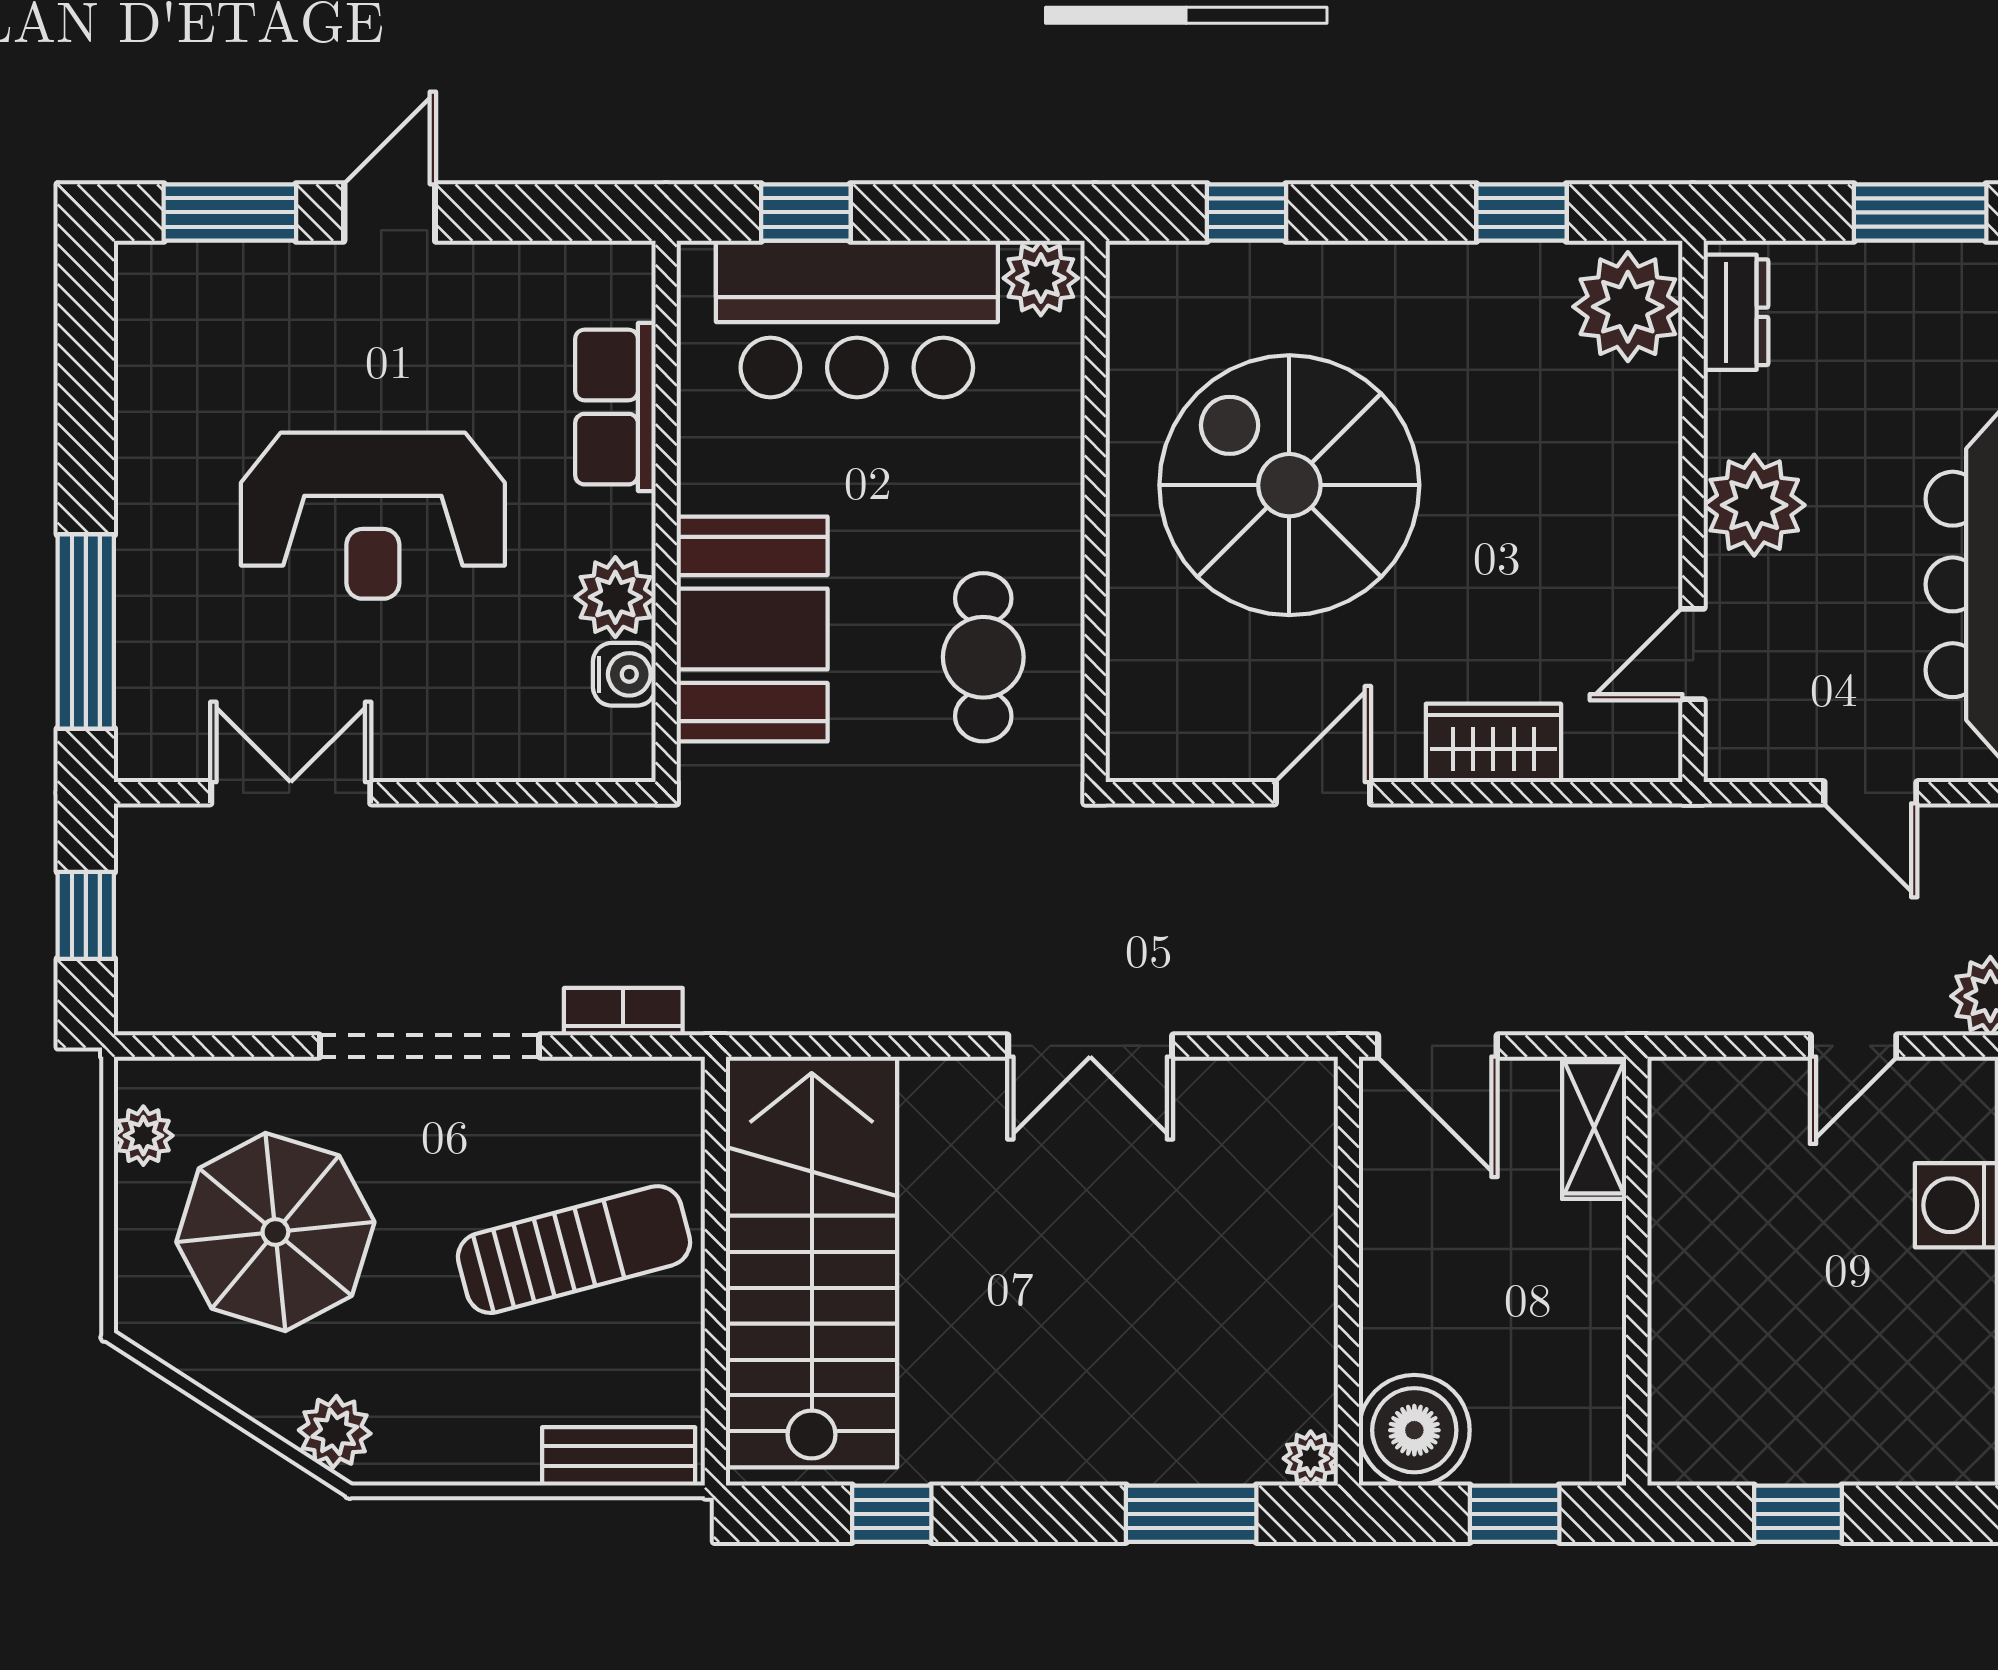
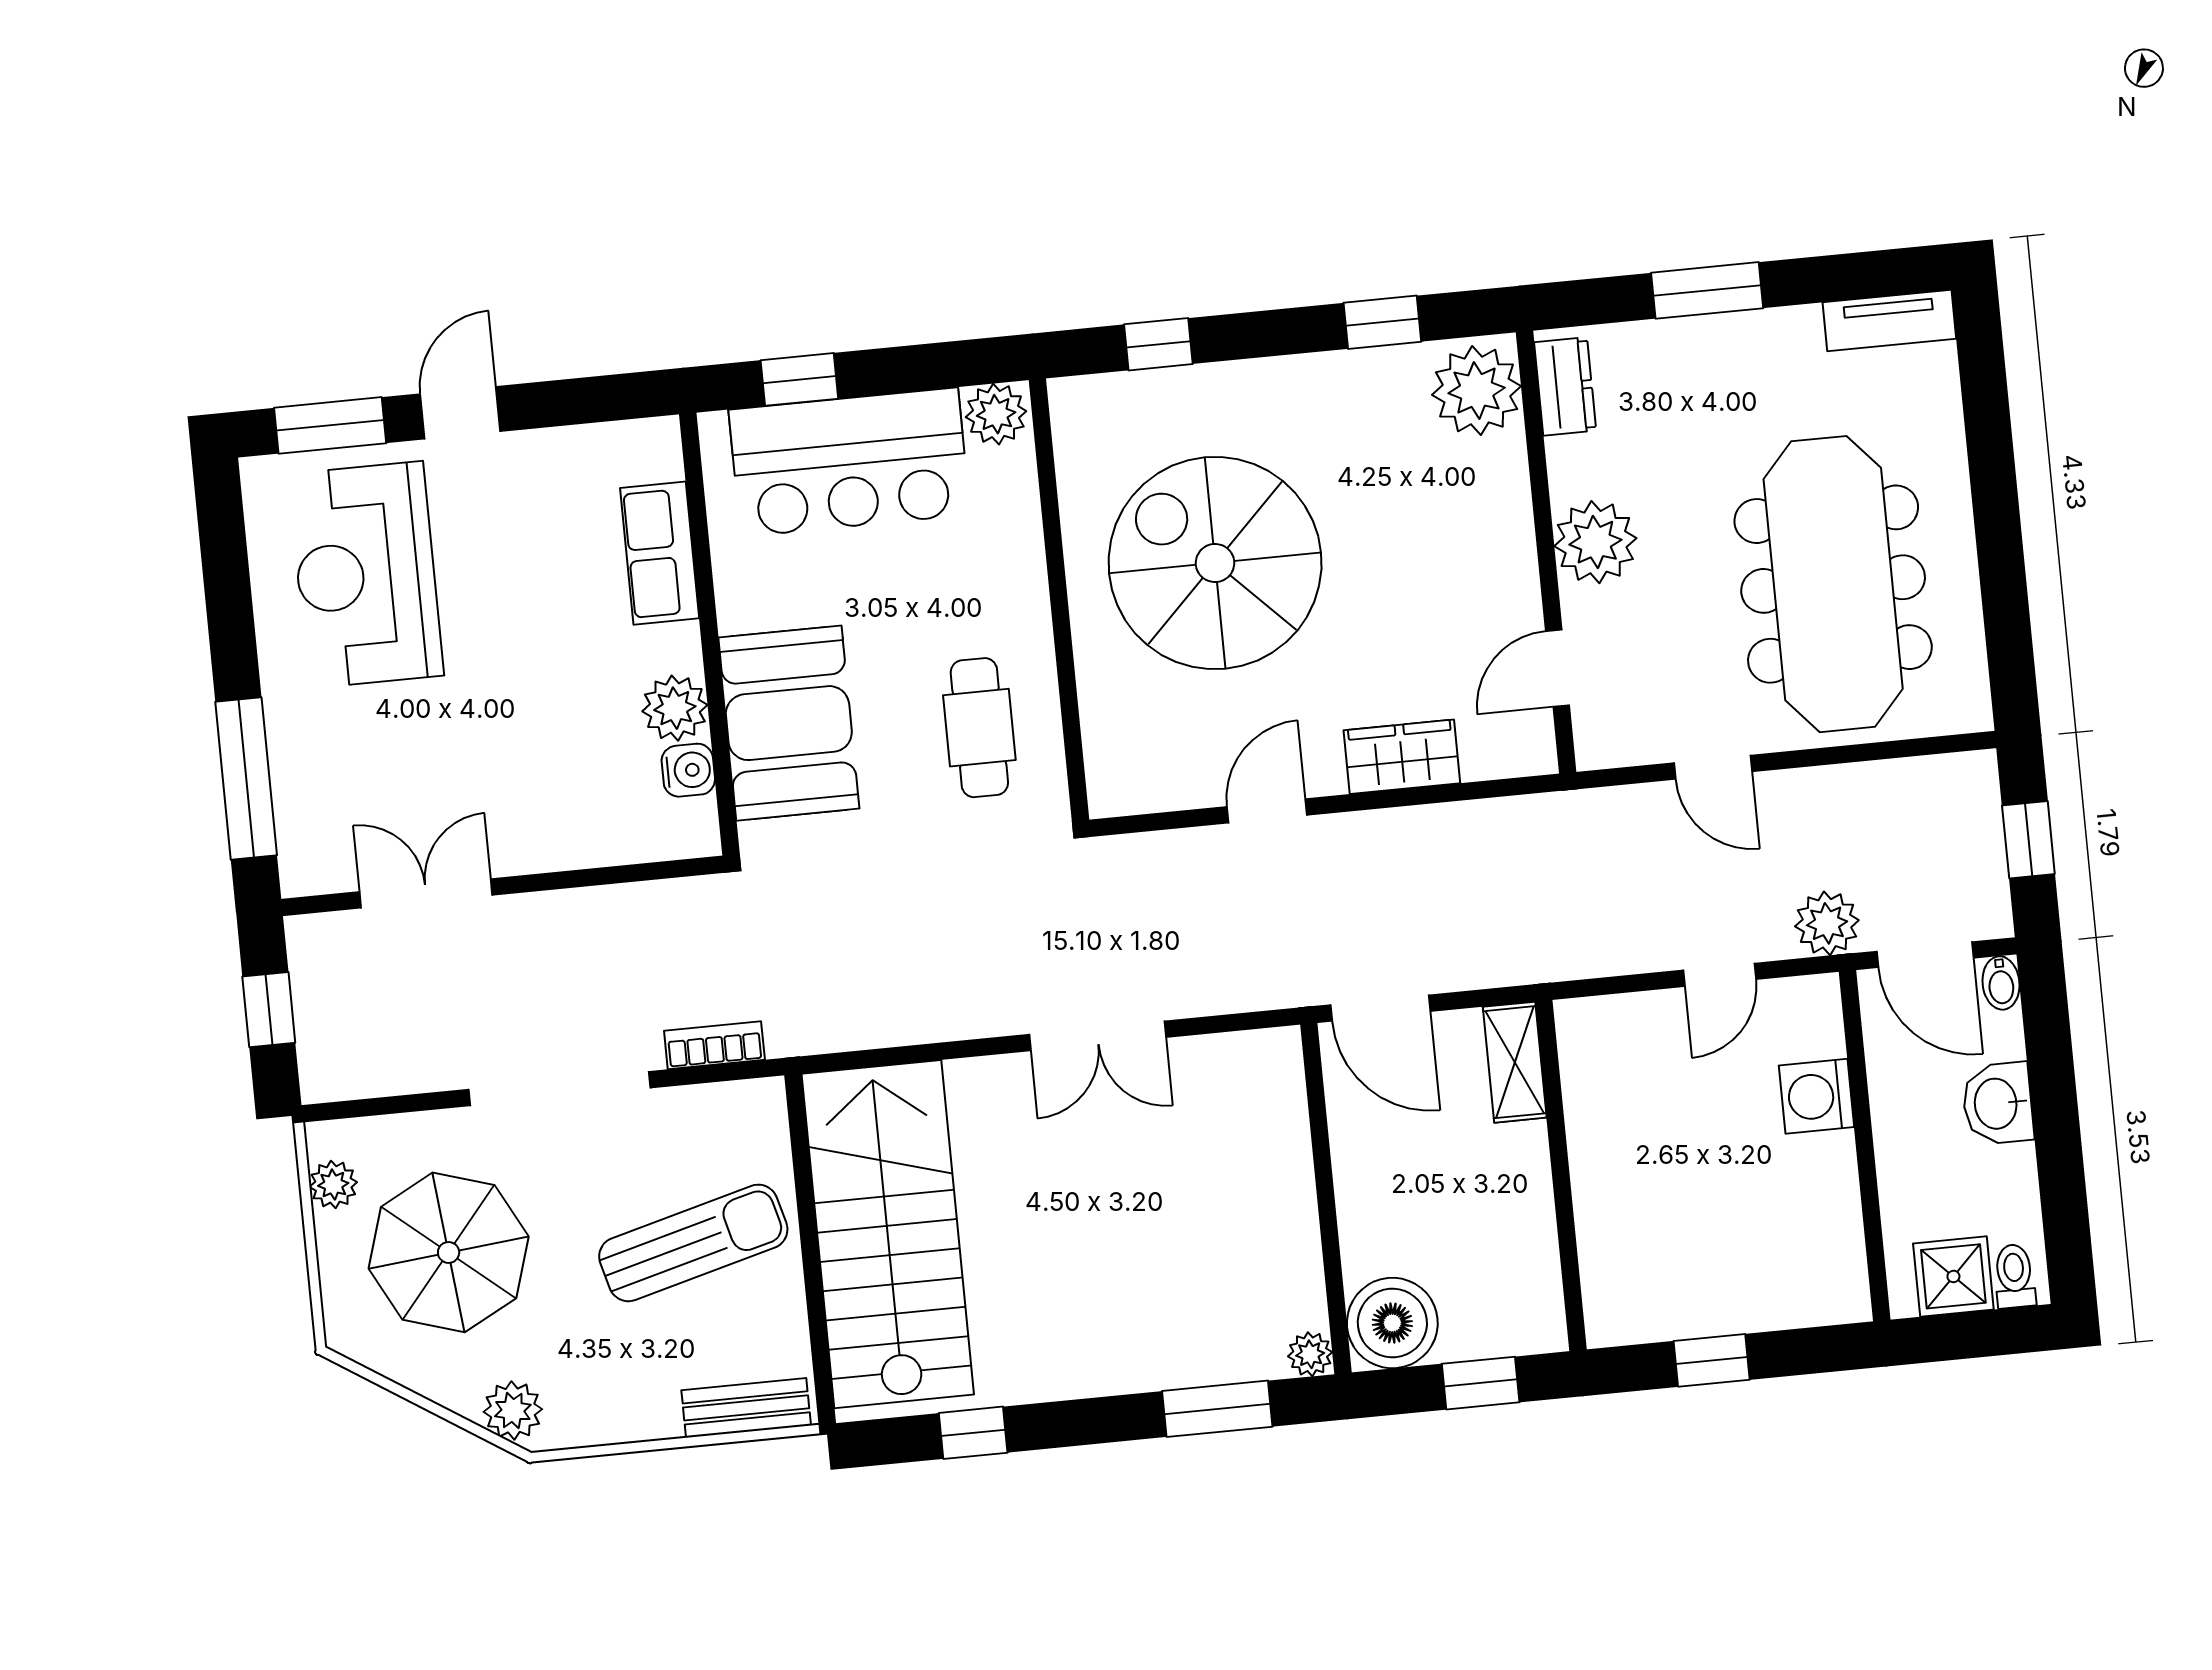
reception desk: (373, 516) -> (366, 575), moved, turned 90

